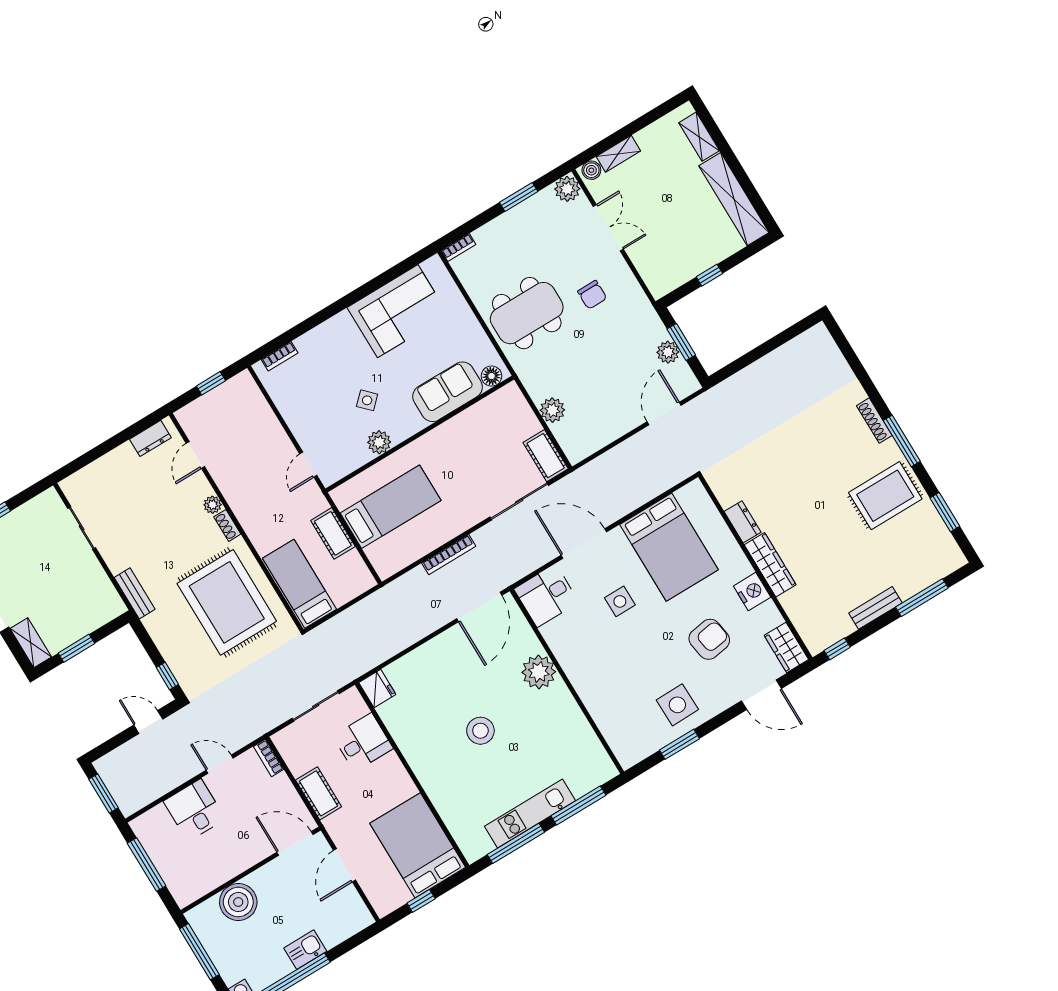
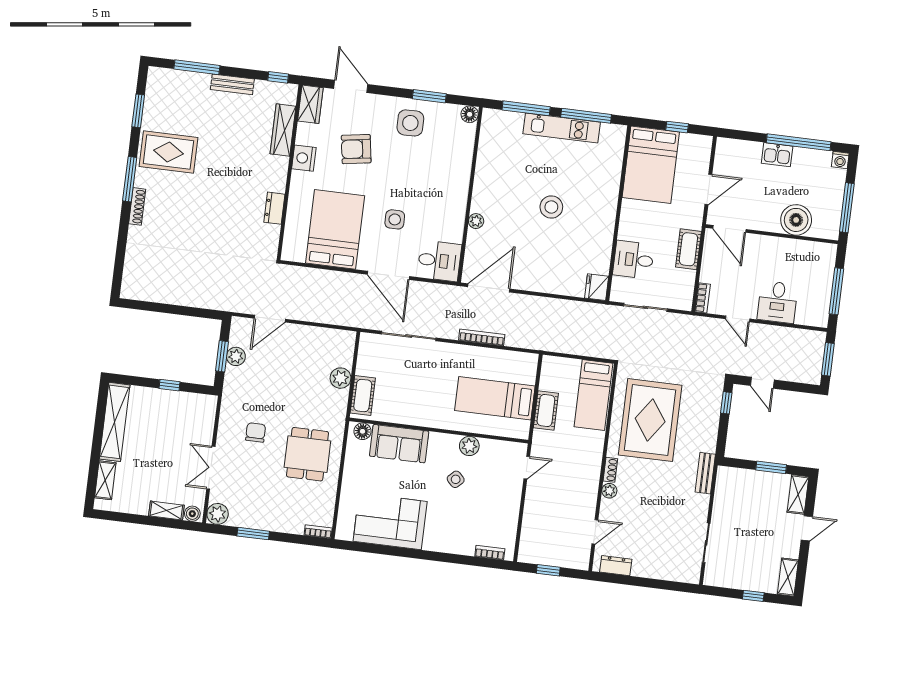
dining table: (527, 313) -> (307, 454), width x0.73
cot: (546, 456) -> (363, 396), moved
wardrobe: (770, 565) -> (283, 130), moved
plant: (539, 672) -> (476, 221), width x0.53, depth x0.53
floor lamp: (628, 757) -> (470, 114), added

